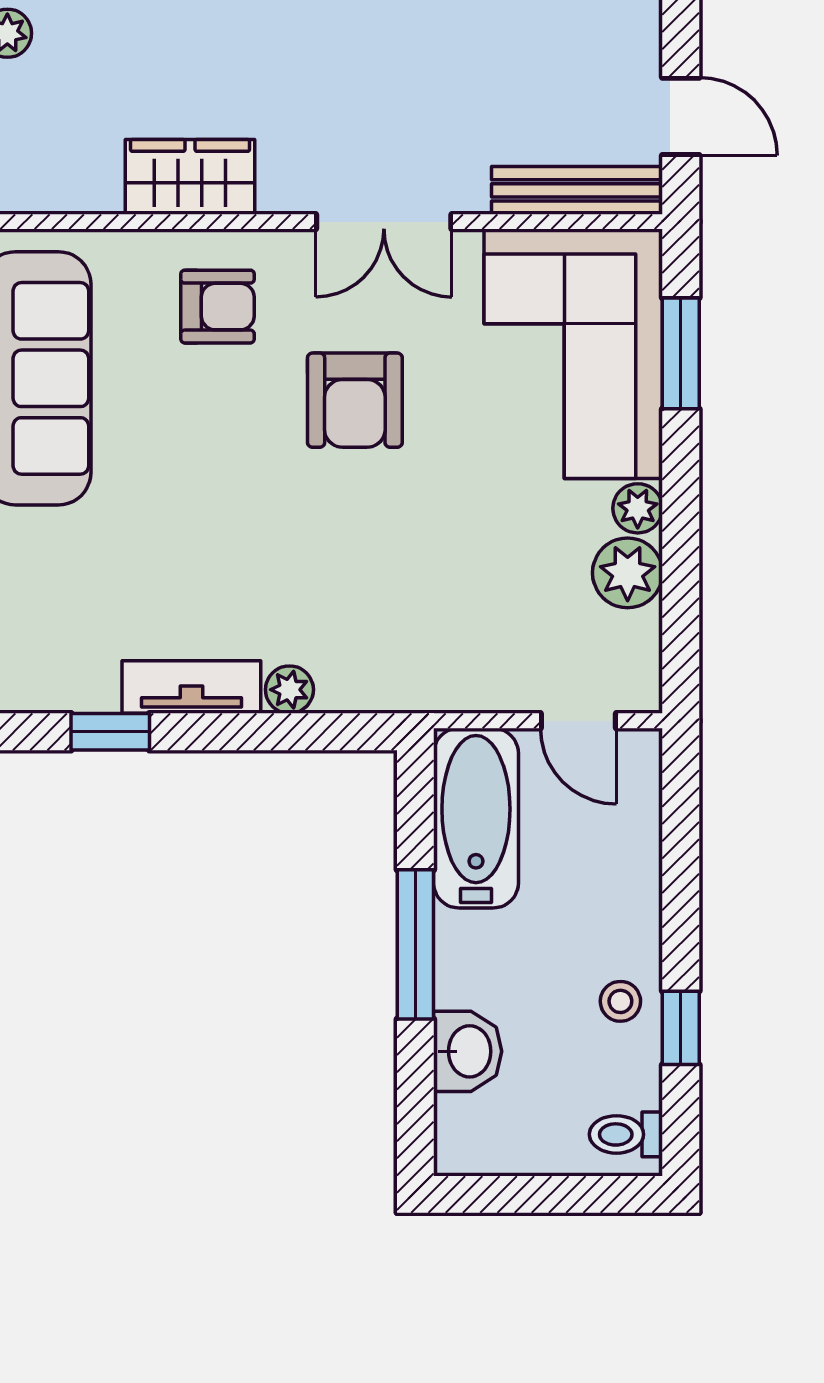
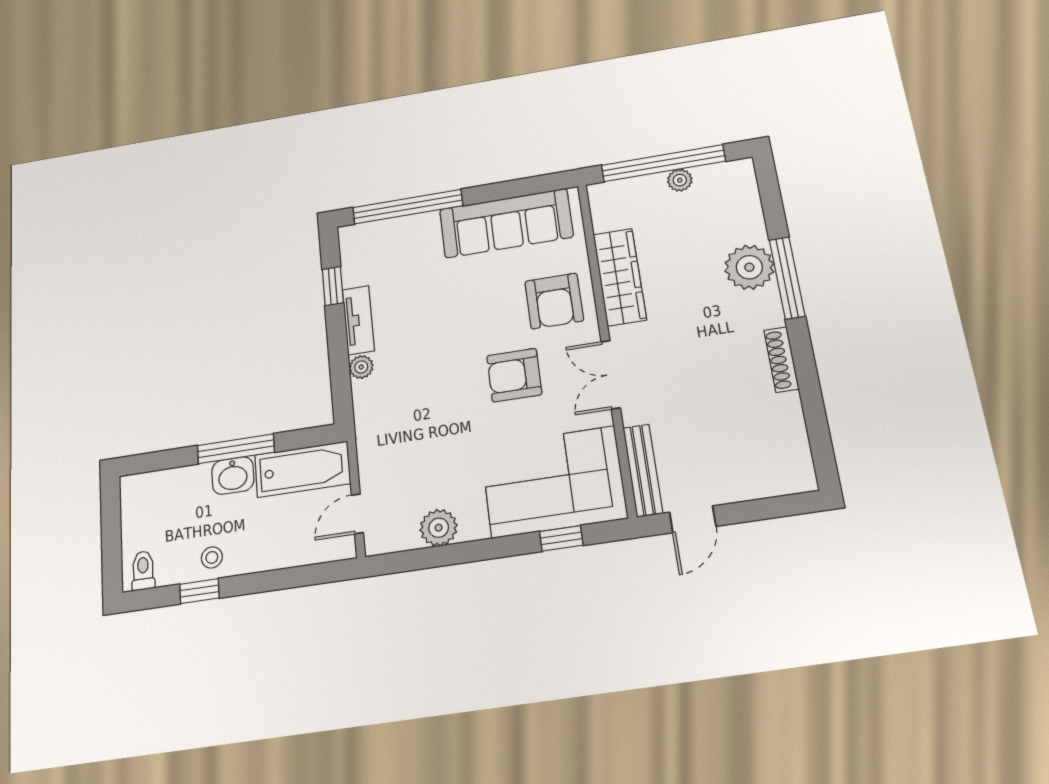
wardrobe: (190, 177) -> (620, 277), width x1.50
armchair: (218, 307) -> (554, 301), width x1.38, depth x1.38
window: (681, 353) -> (561, 538), width x0.67
plant: (638, 508) -> (474, 528), removed
washbasin: (468, 1051) -> (233, 476), moved

